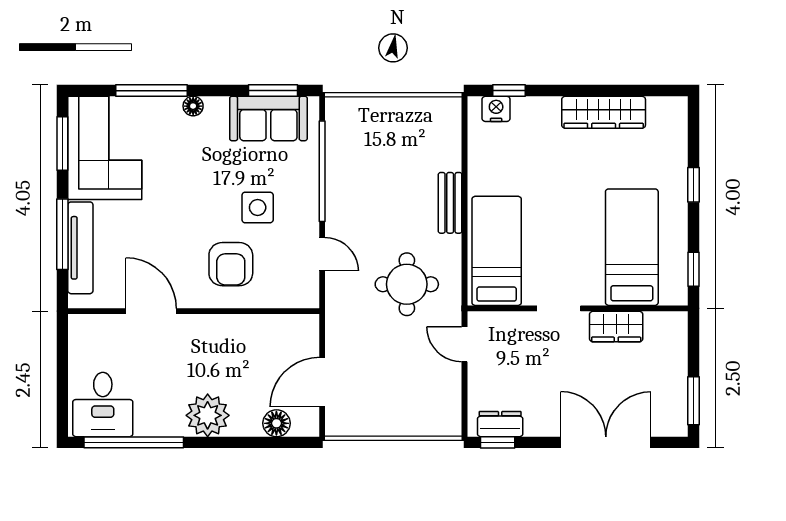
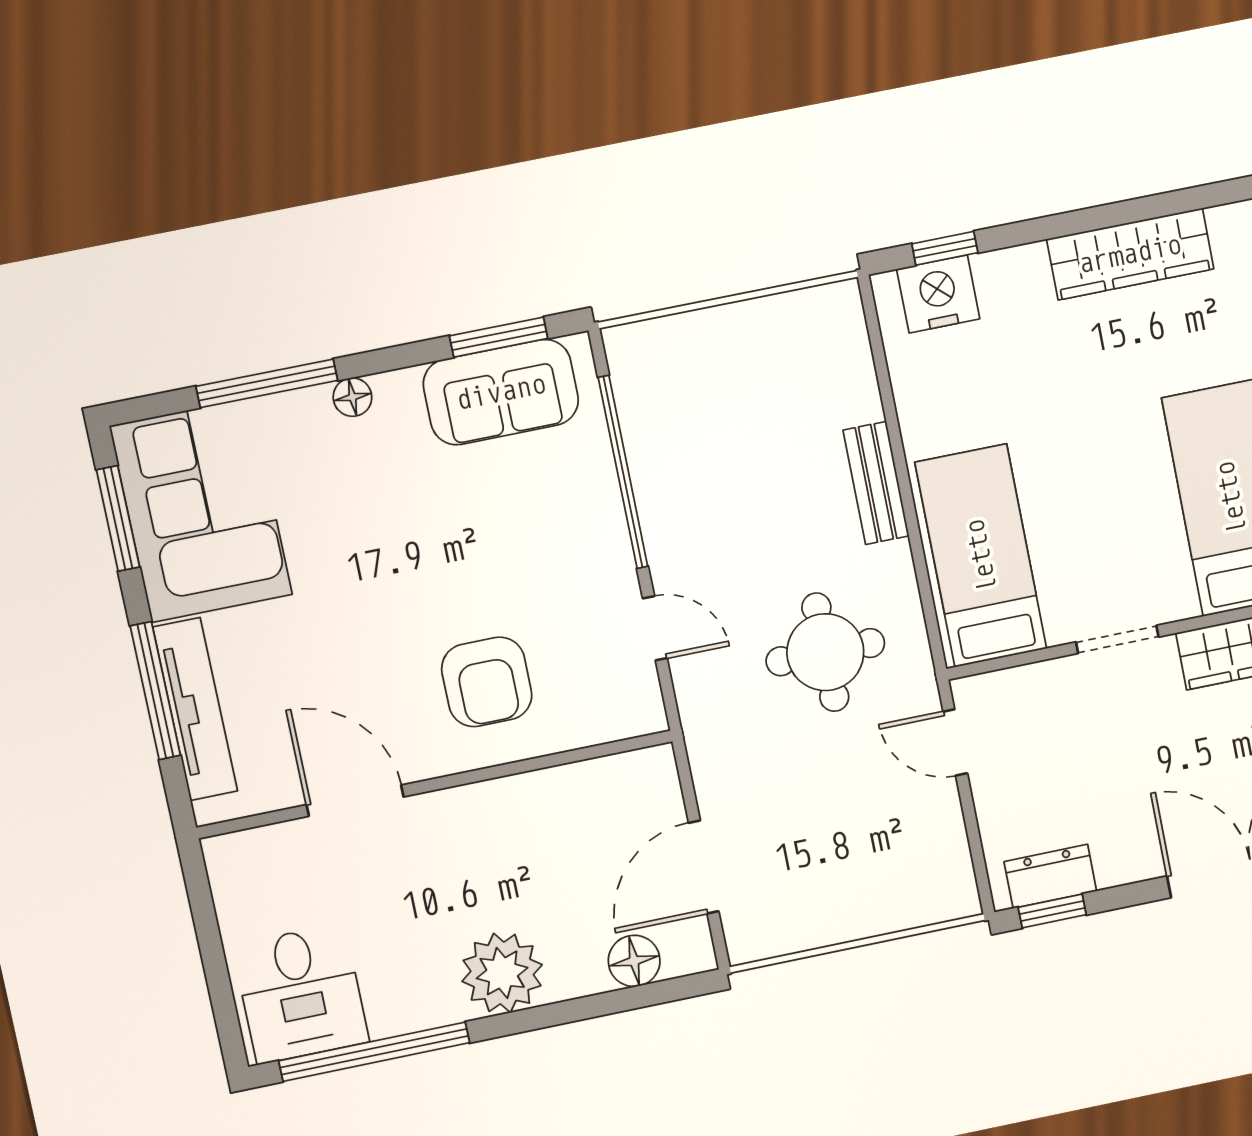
nightstand: (496, 109) -> (938, 294), width x1.36, depth x1.33
side table: (258, 207) -> (515, 565), removed

